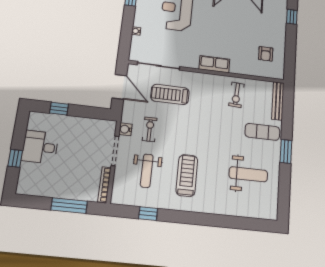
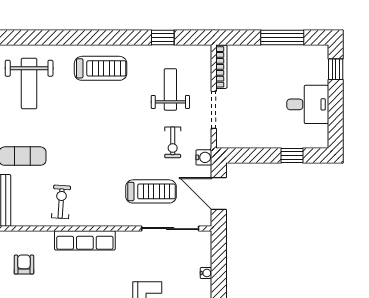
row of seats: (214, 64) -> (85, 240), width x1.48
water cooler: (125, 129) -> (204, 157), moved
window: (15, 158) -> (336, 69), moved
weight bench: (248, 174) -> (29, 84), moved, turned -90
treadmill: (187, 175) -> (101, 68), moved, turned -90
window: (69, 206) -> (282, 37), moved

